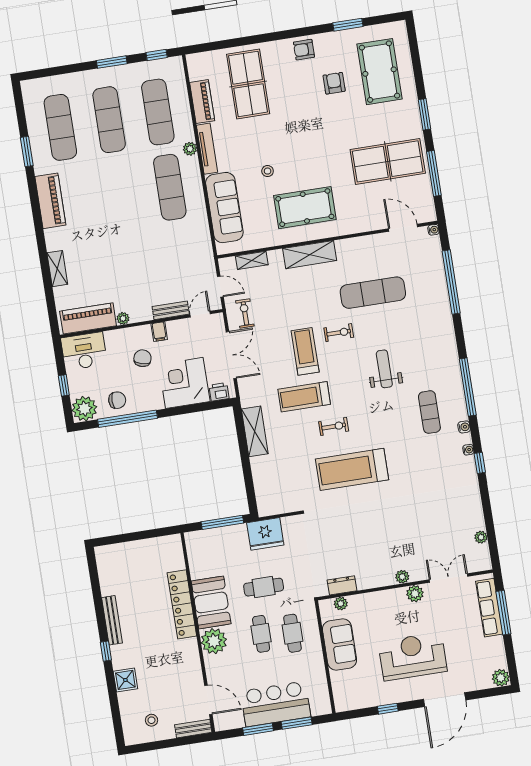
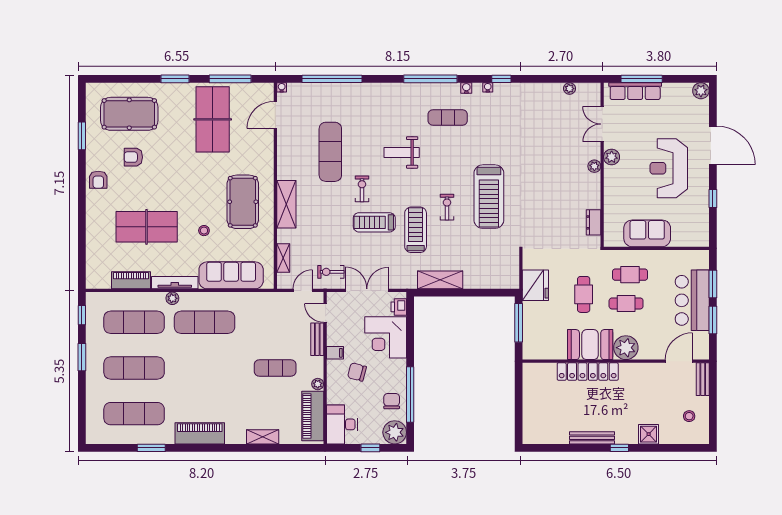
table tennis table: (248, 84) -> (147, 227), moved
exercise mat: (133, 270) -> (275, 368), added
treadmill: (304, 397) -> (416, 230), turned 180
plant: (341, 604) -> (610, 226), removed

